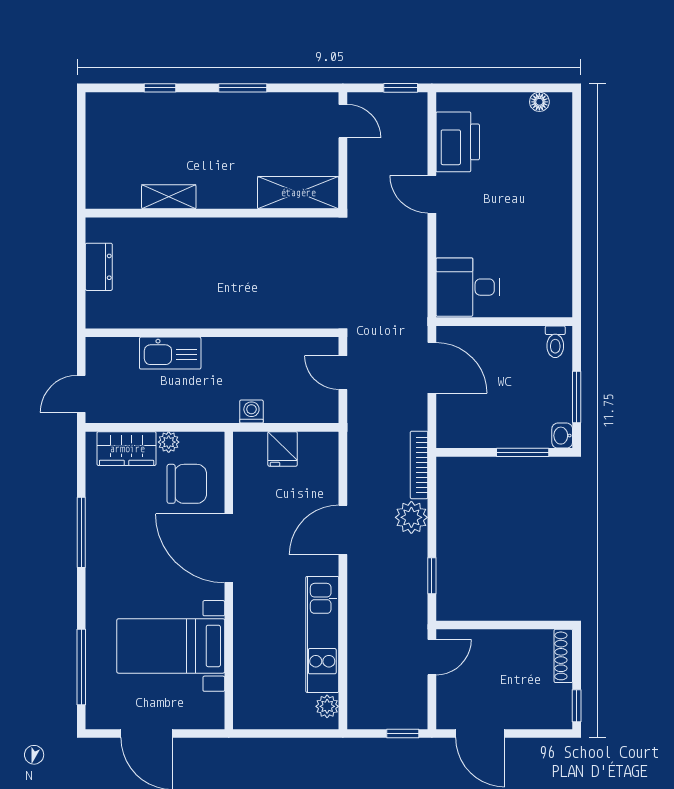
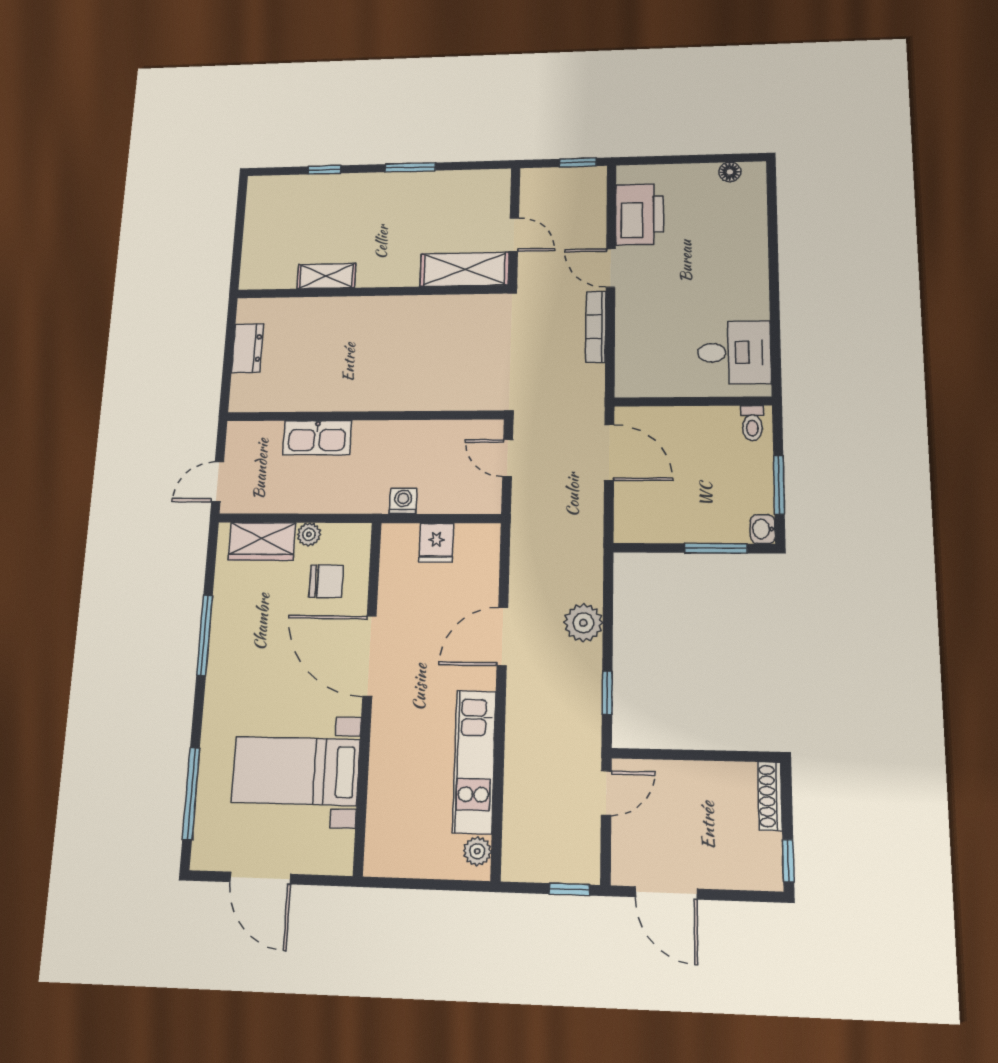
door: (343, 121) -> (514, 235), moved
desk: (468, 287) -> (734, 352), moved, turned 180
bookcase: (419, 465) -> (596, 327), moved
chair: (187, 484) -> (326, 581), width x0.73, depth x0.73

